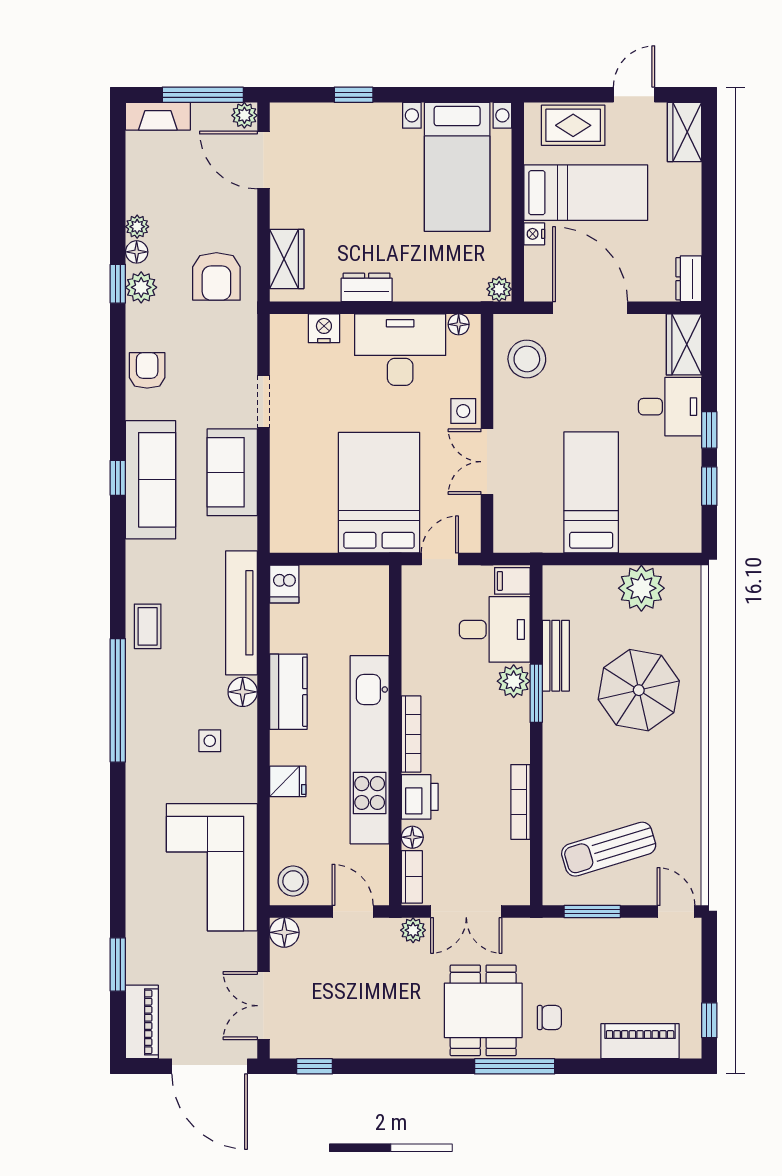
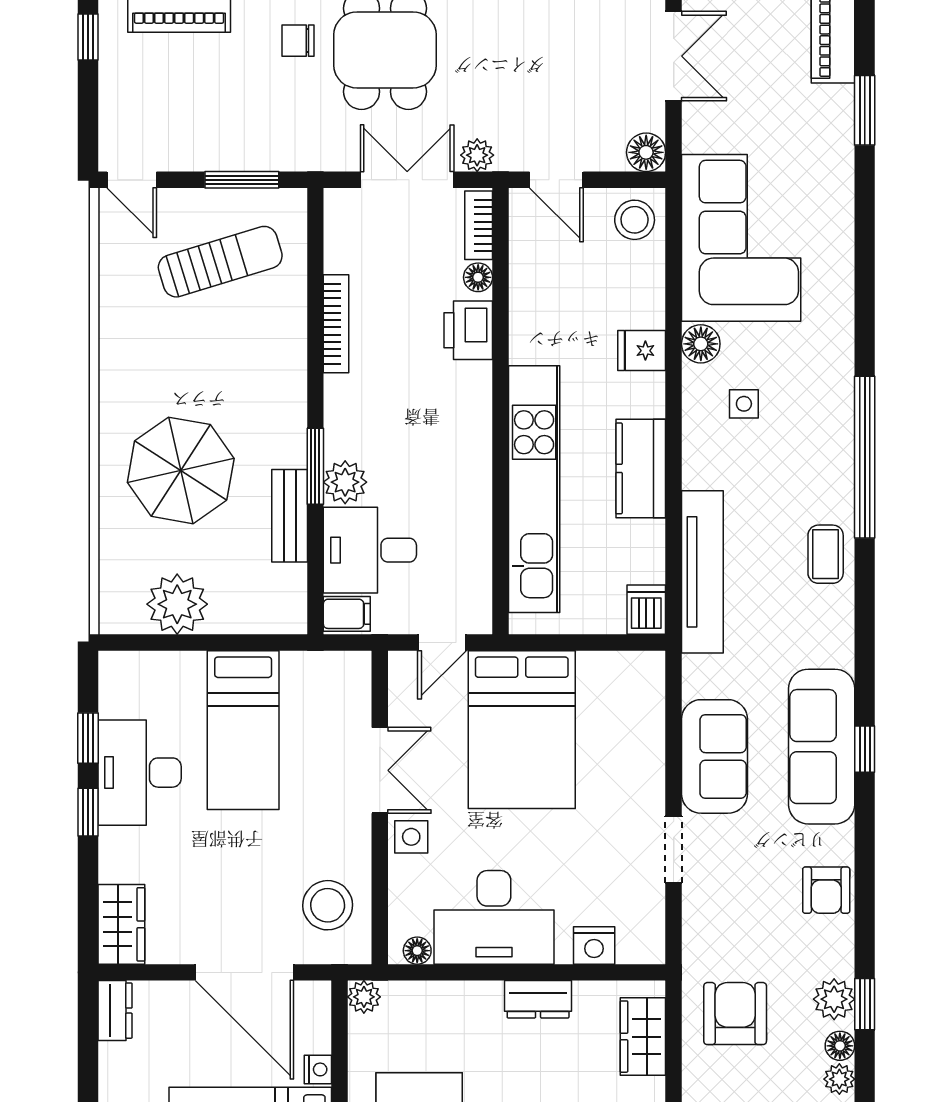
desk: (670, 407) -> (140, 773), moved, width x1.37
floor lamp: (243, 692) -> (701, 344), moved
bookcase: (411, 734) -> (480, 413), removed
kitchen unit: (370, 750) -> (534, 489), moved

